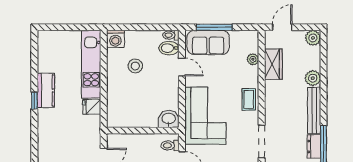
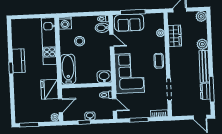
bathtub: (117, 106) -> (68, 69), added
fridge: (92, 107) -> (49, 89), moved, width x1.88, depth x1.34

